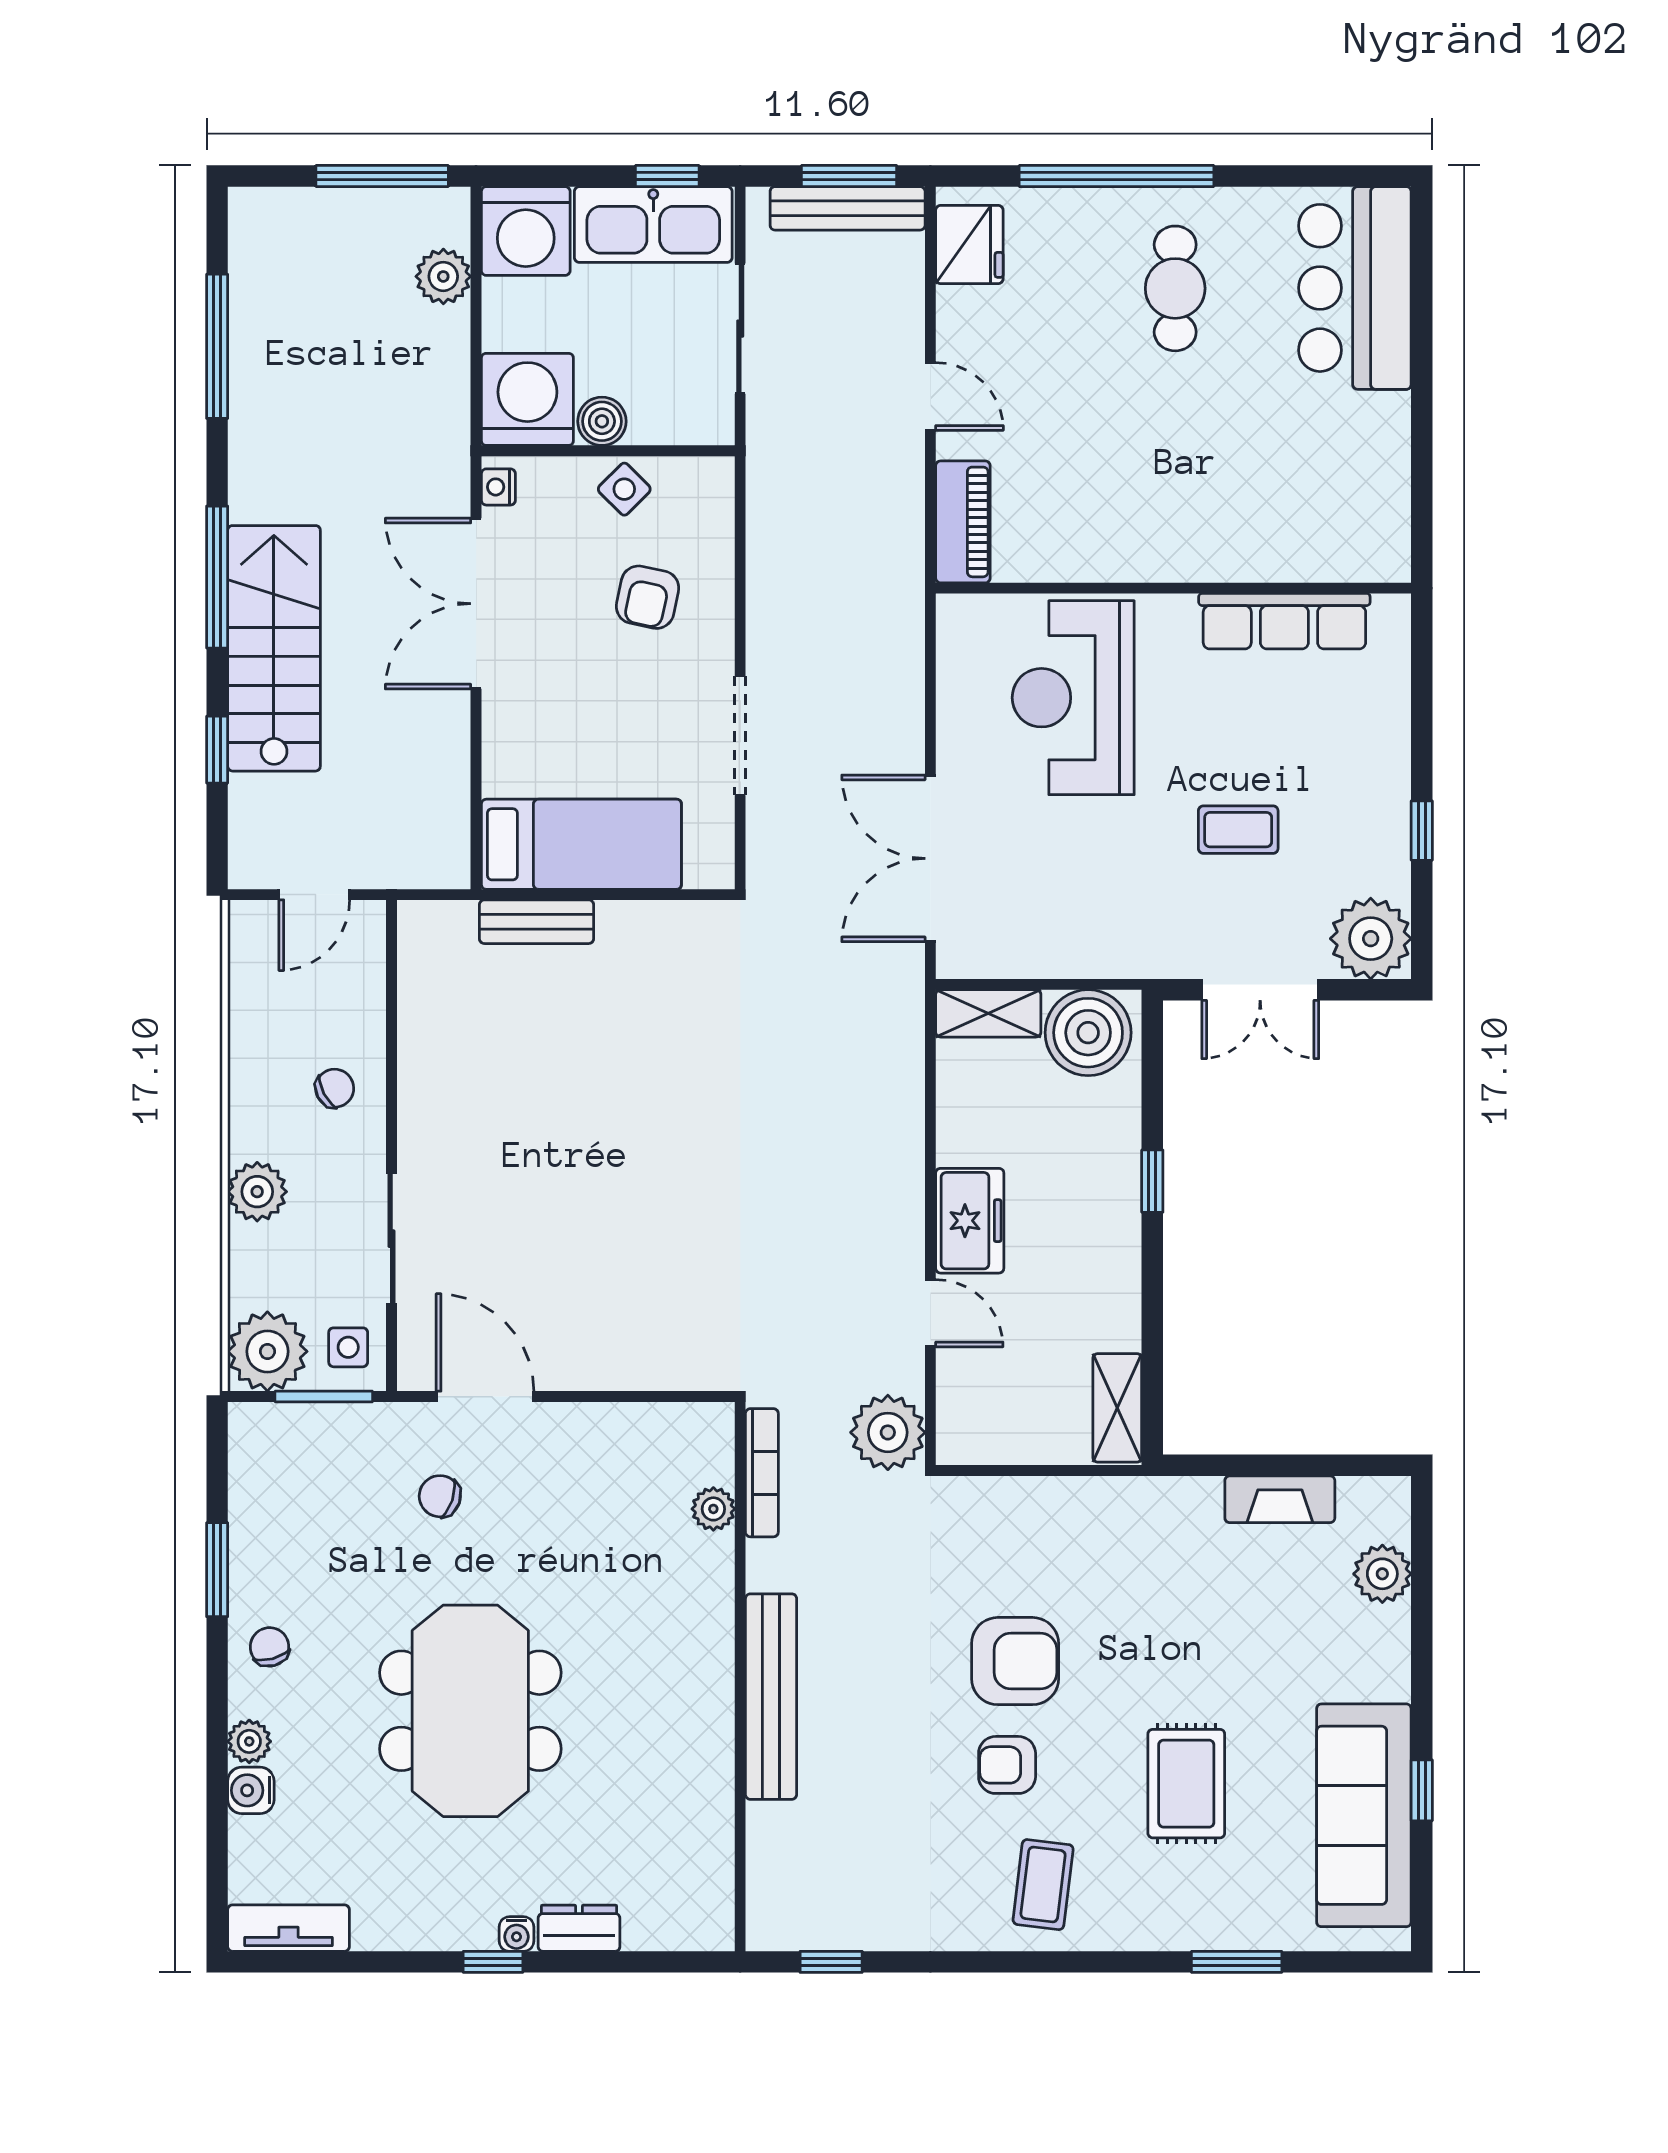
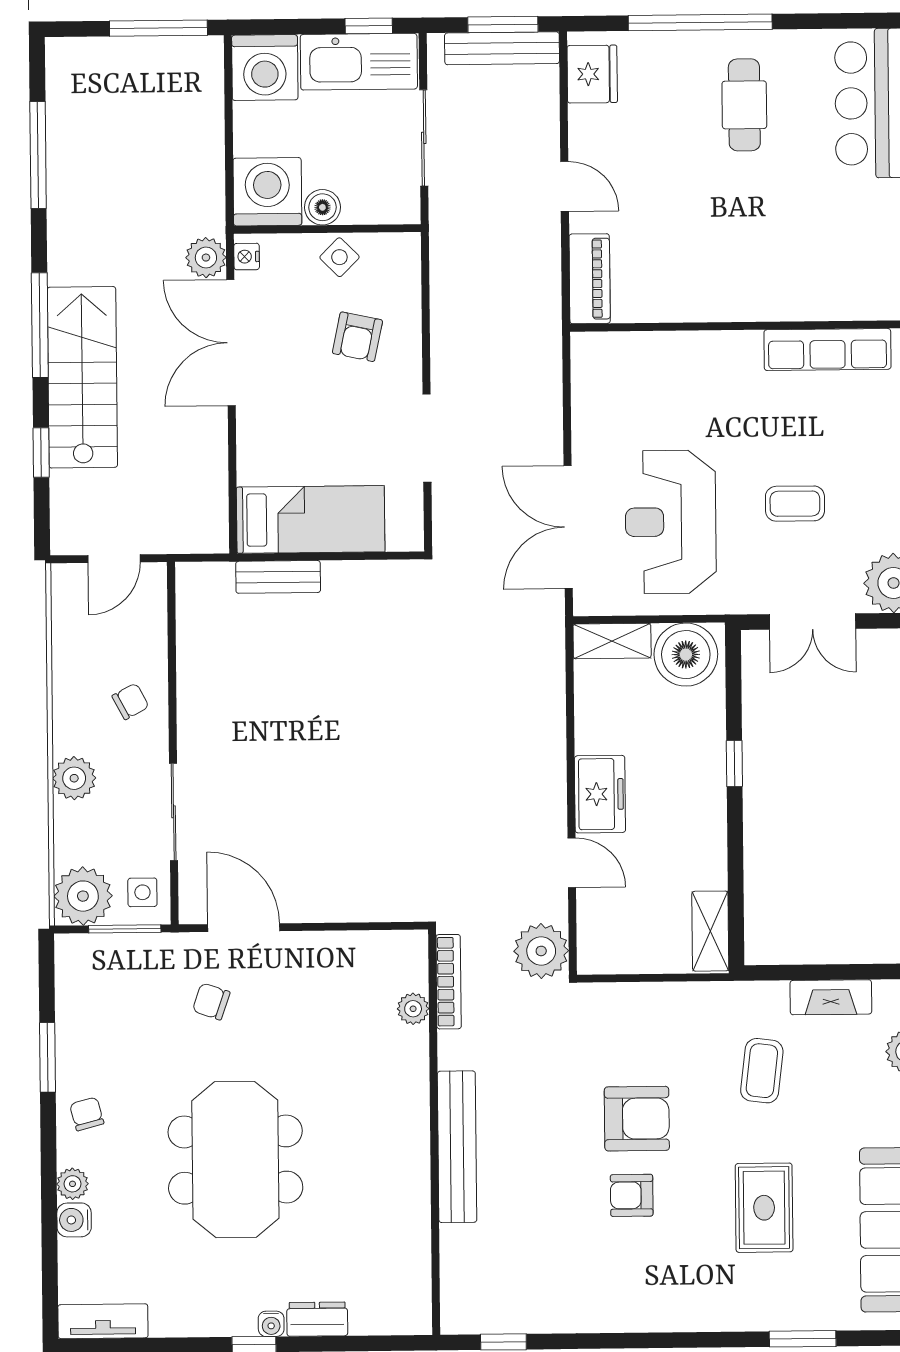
plant: (443, 276) -> (206, 258), moved
reception desk: (1073, 698) -> (671, 522), moved
coffee table: (1043, 1885) -> (762, 1071), moved

